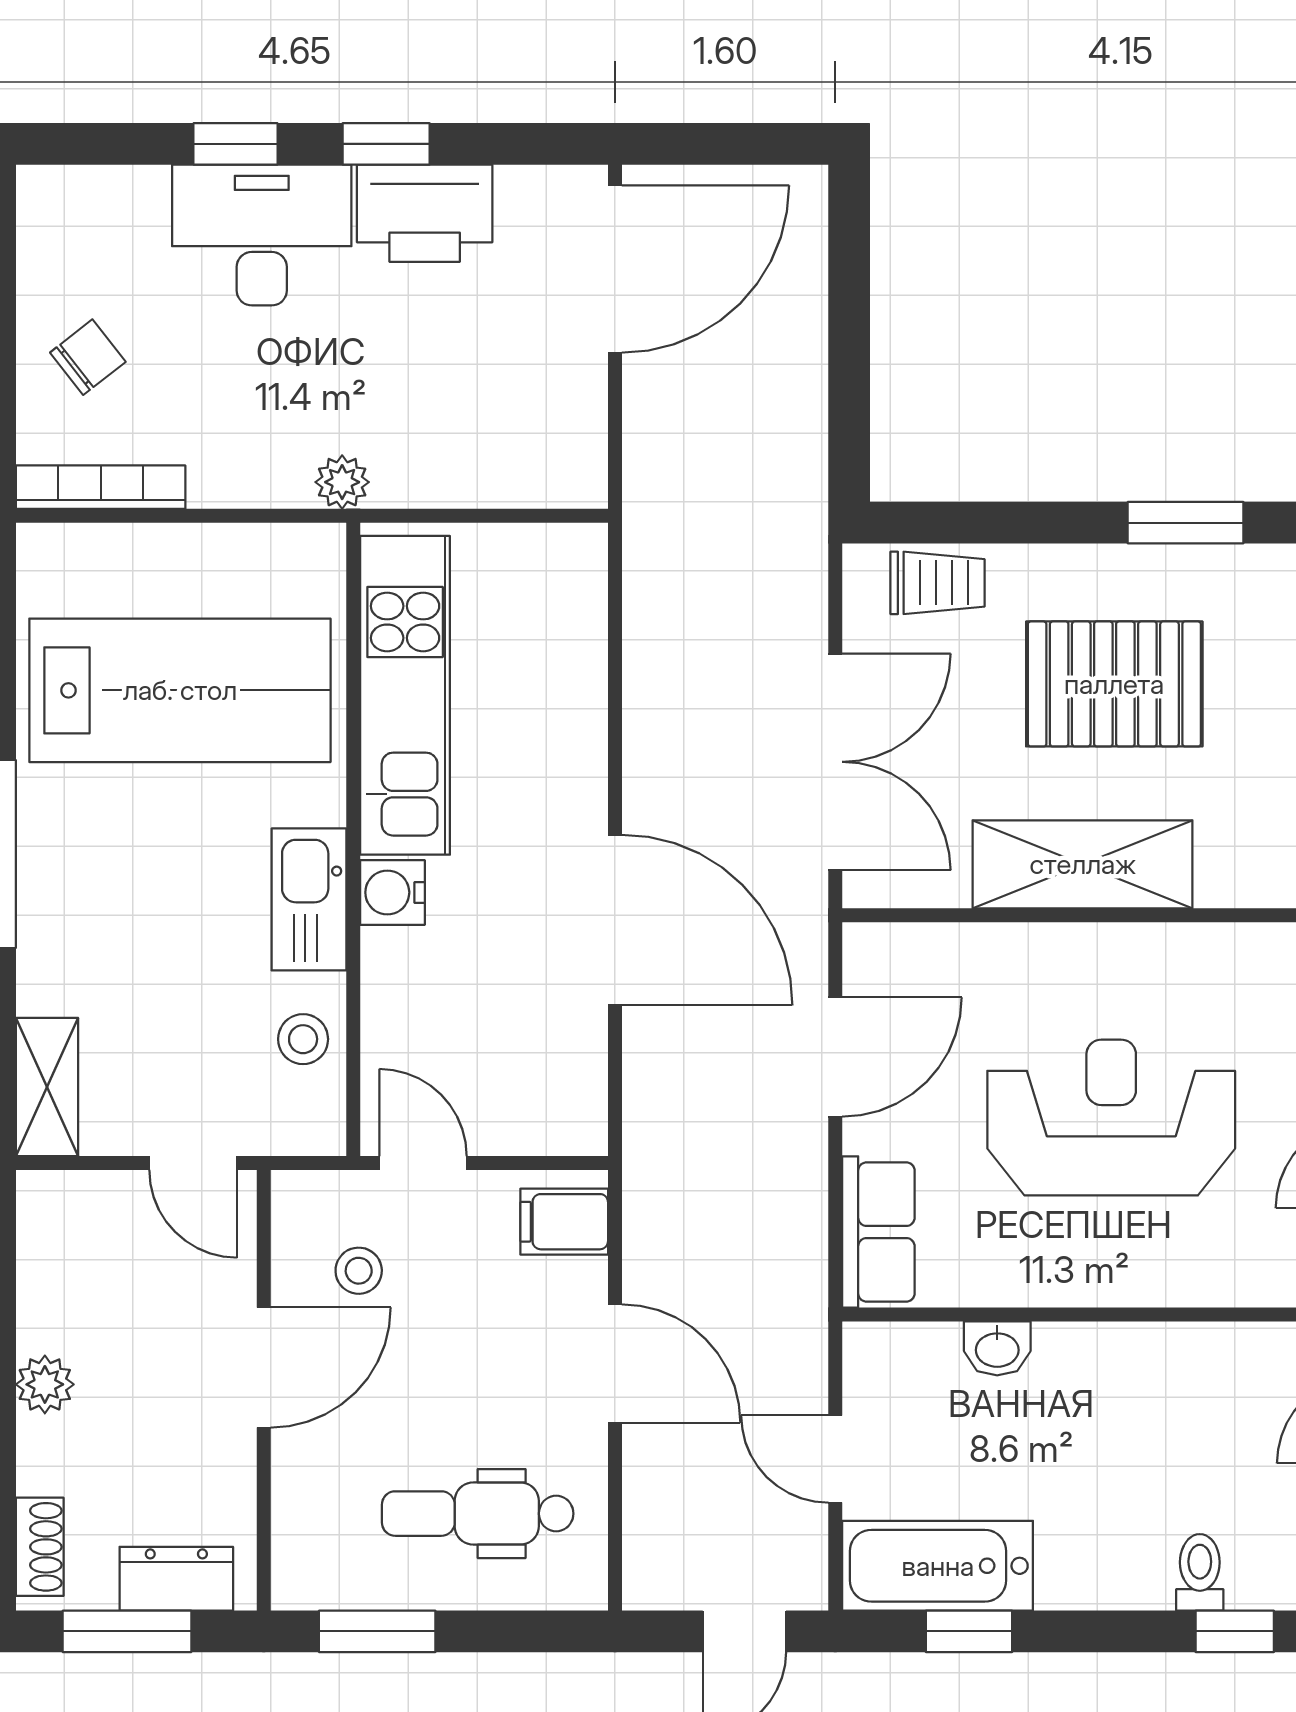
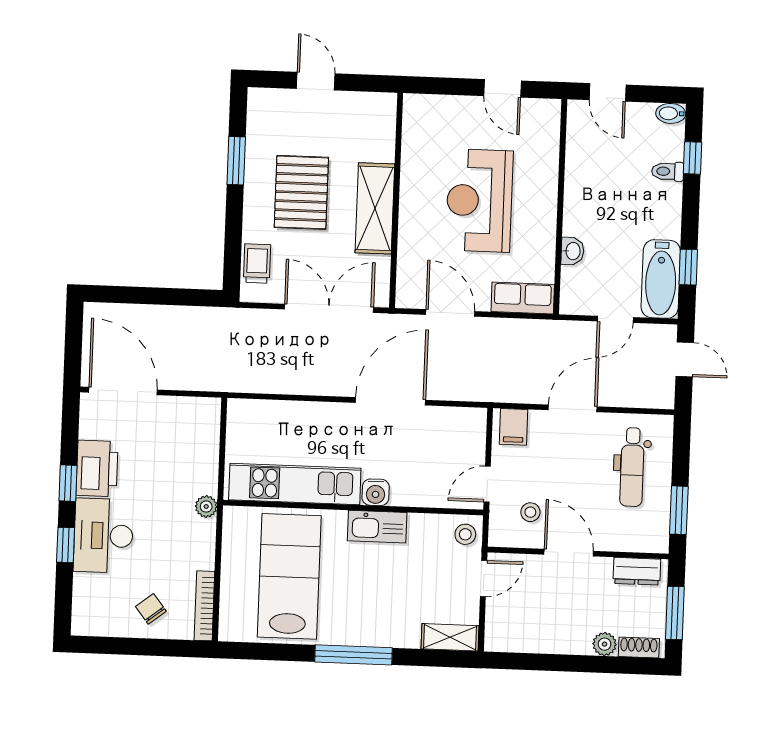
stool: (303, 1039) -> (465, 534), moved
plant: (45, 1384) -> (605, 644), moved
dresser: (176, 1579) -> (637, 571), moved, turned -90

